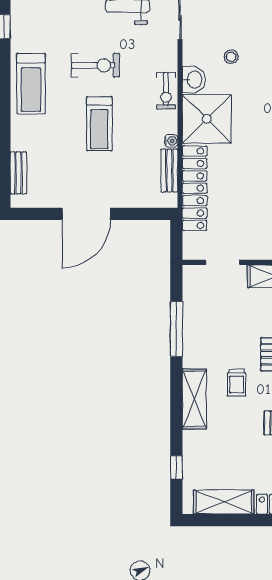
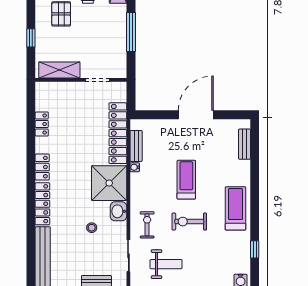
exercise bike: (166, 91) -> (147, 225), moved

